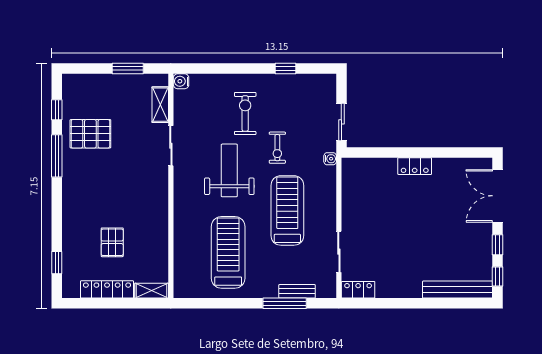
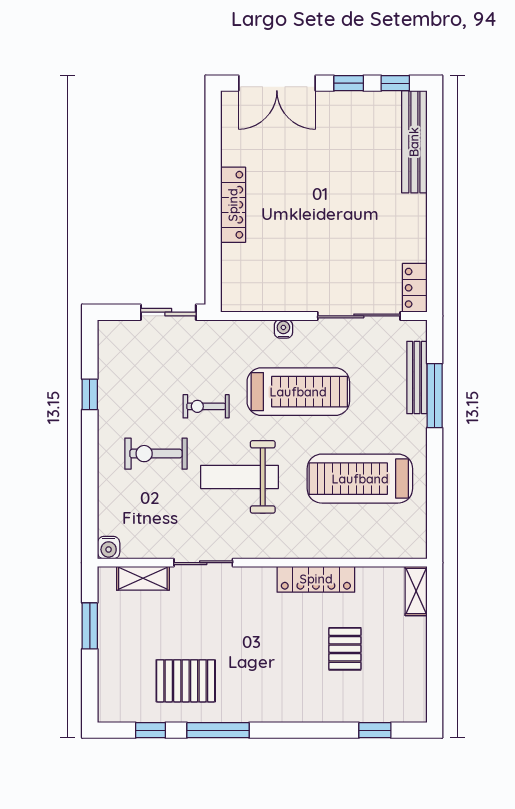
pallet: (90, 134) -> (186, 681), turned 90
exercise bike: (277, 148) -> (206, 406), turned 180
water cooler: (330, 159) -> (283, 329), moved
locker: (415, 166) -> (233, 205), width x1.53
treadmill: (287, 210) -> (298, 392), turned 180
pallet: (112, 242) -> (345, 649), turned 90
sliding door: (339, 252) -> (359, 316), width x1.37
locker: (107, 289) -> (316, 579), moved, turned -90
bench: (297, 291) -> (417, 377), width x1.36

